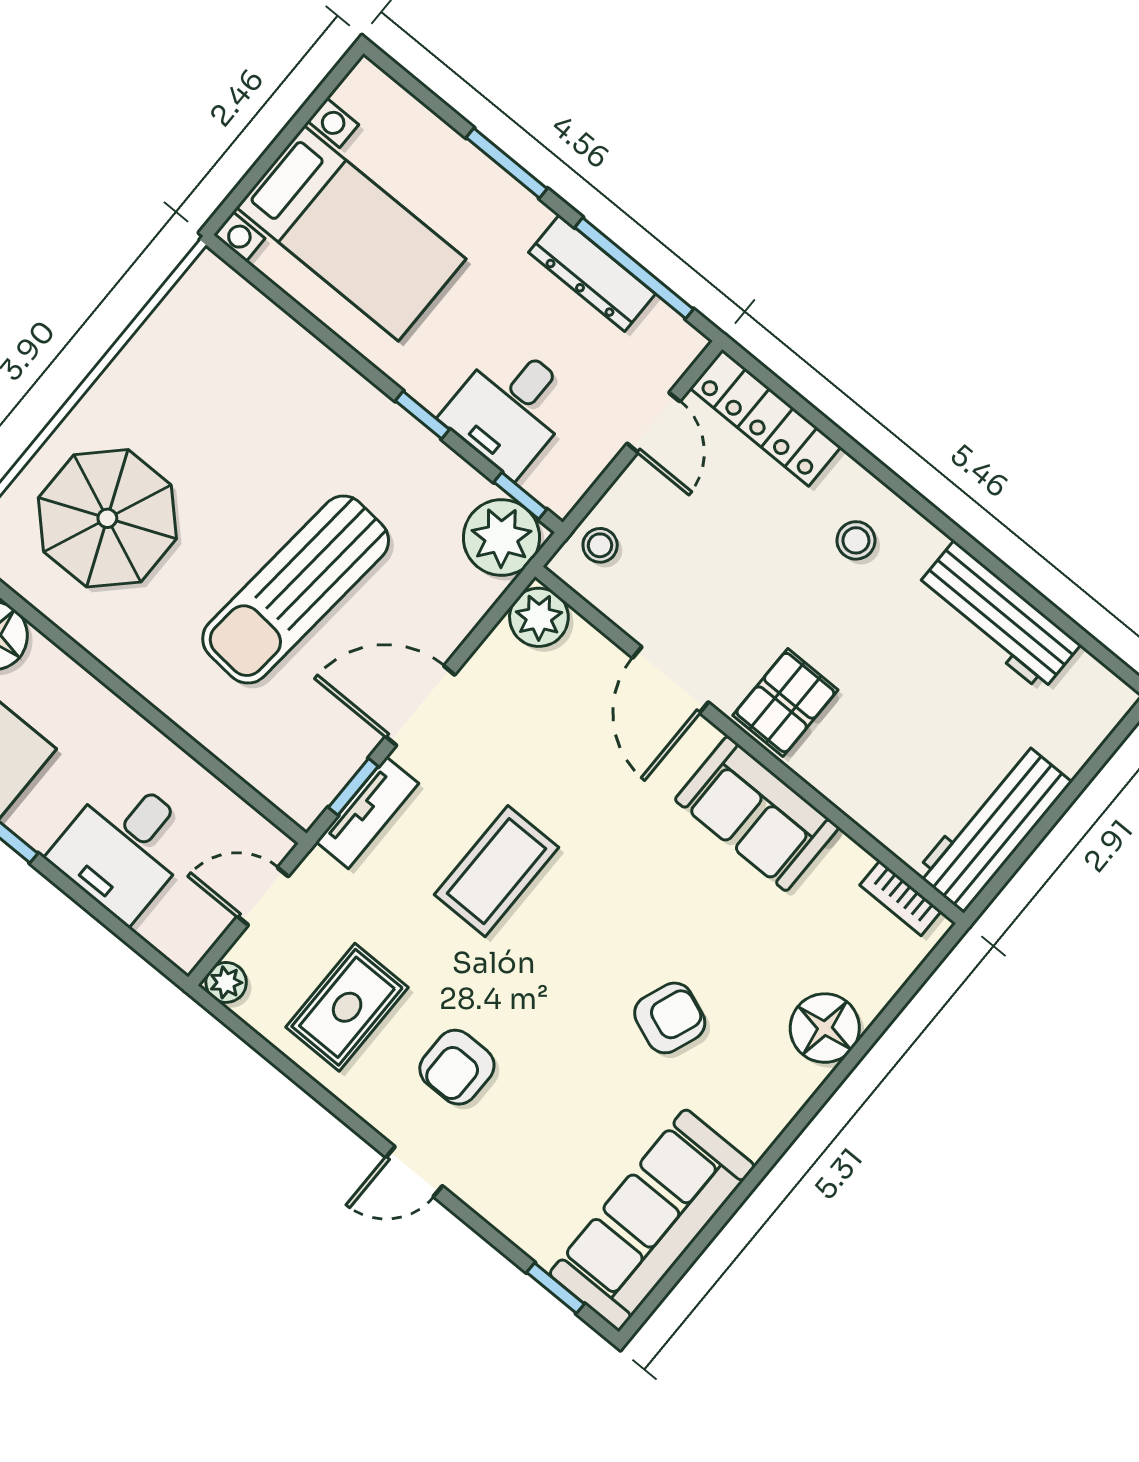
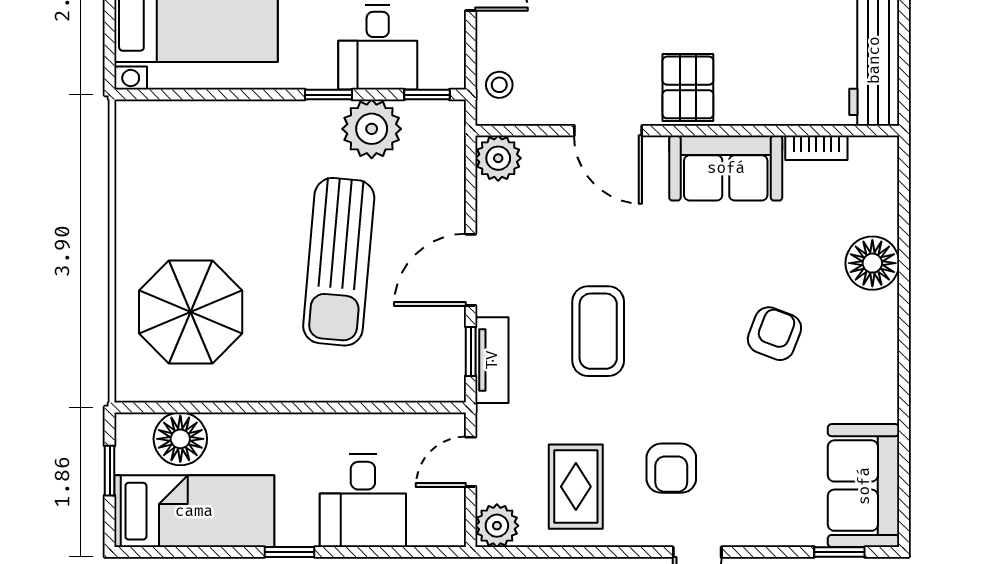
plant: (501, 538) -> (372, 129), moved
bookcase: (901, 898) -> (816, 148), moved
plant: (226, 982) -> (497, 526), width x1.38, depth x1.38
sofa: (652, 1220) -> (864, 486), width x0.73

